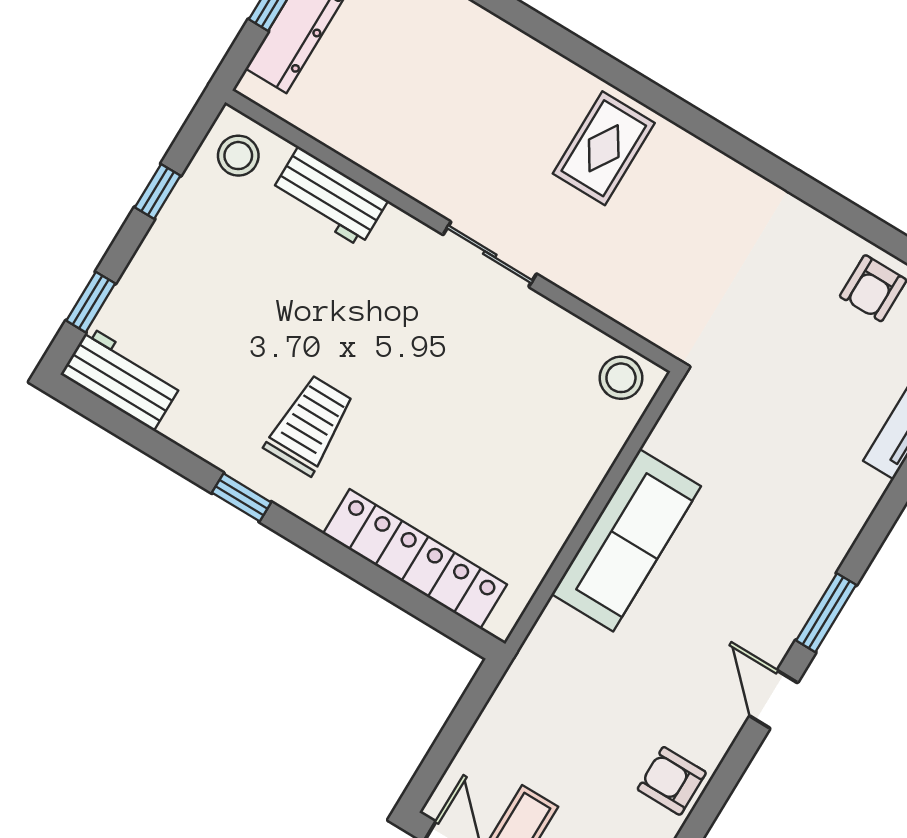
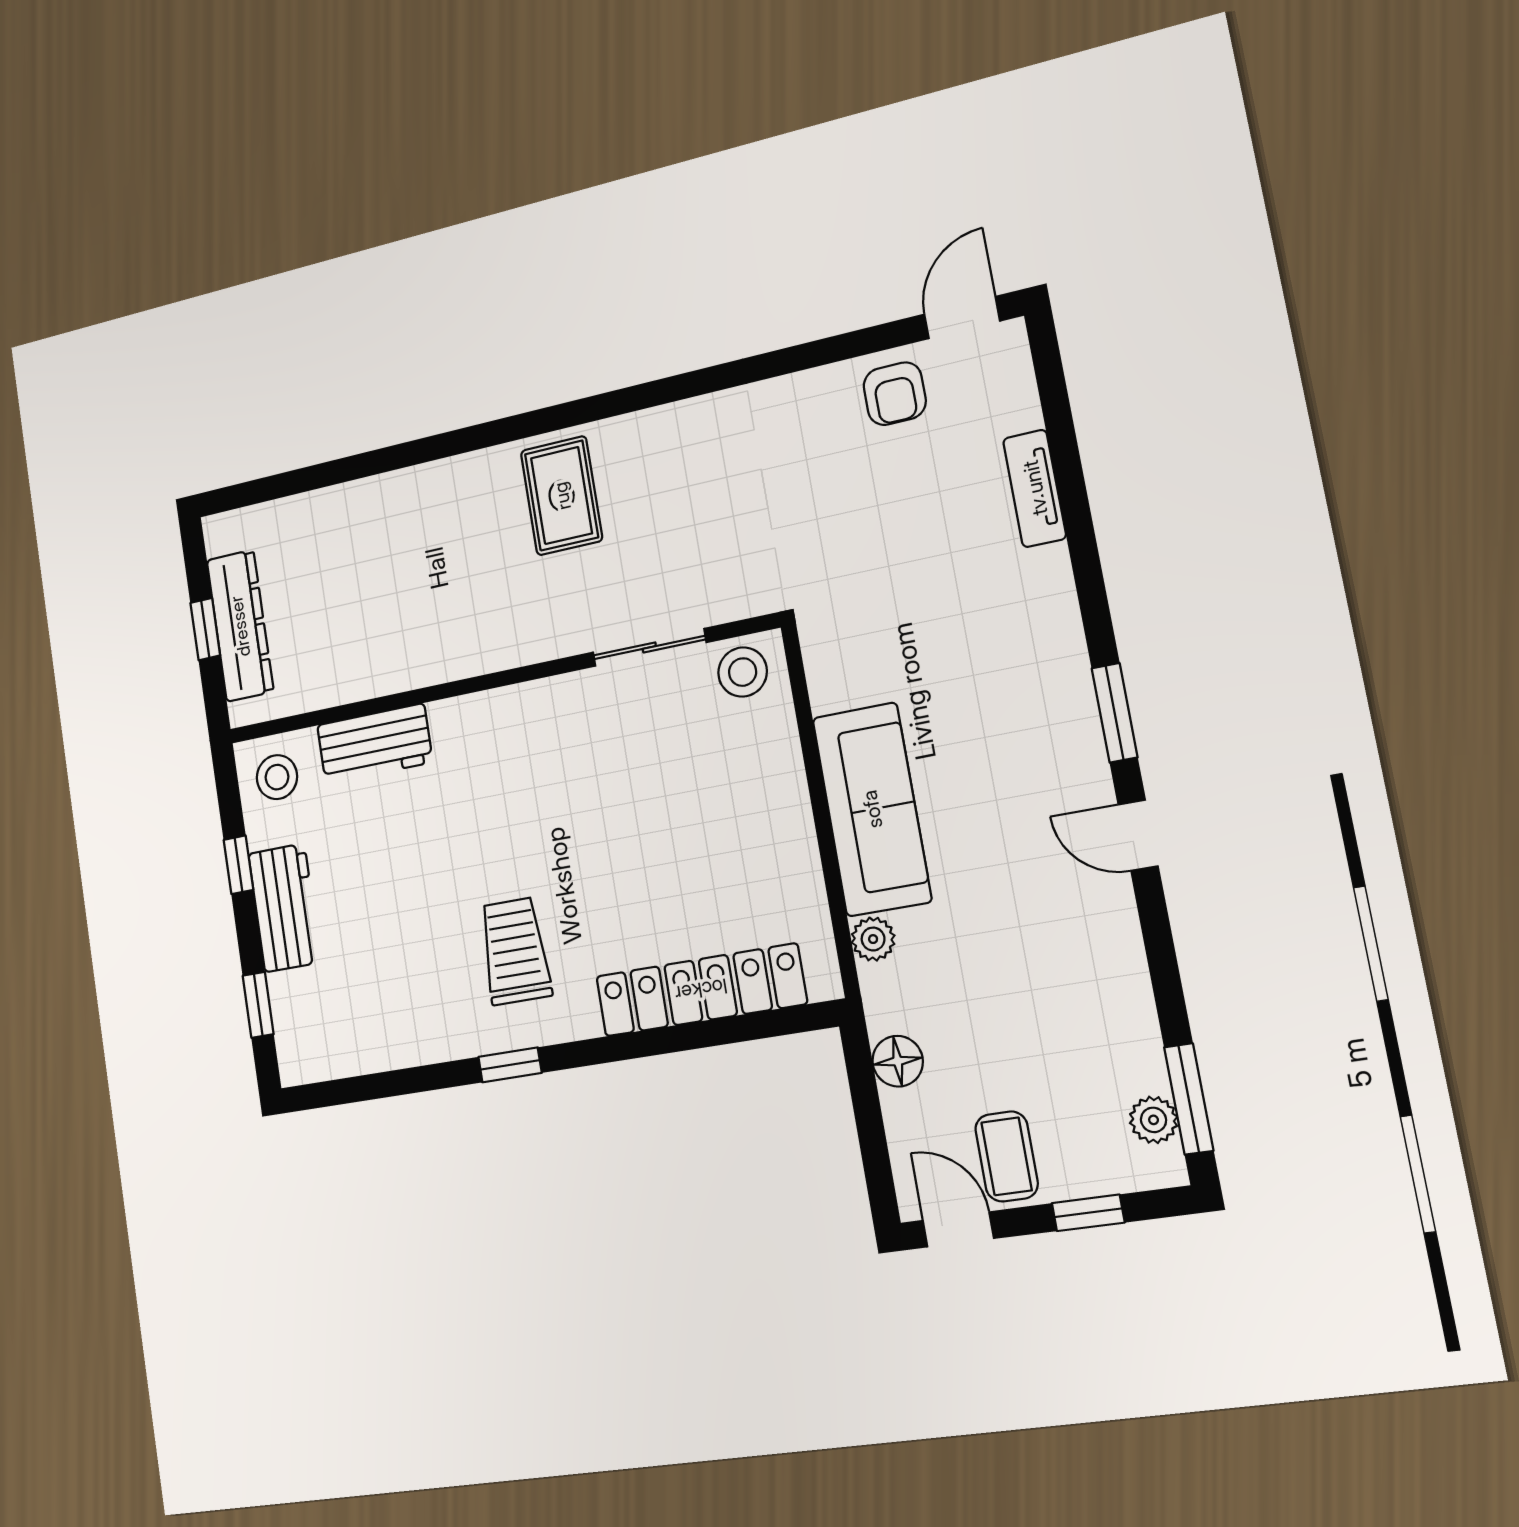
sliding door: (490, 254) -> (649, 647), moved
workbench: (121, 379) -> (285, 908), moved, turned 90
plant: (556, 622) -> (873, 939), added
floor lamp: (505, 712) -> (898, 1061), added
armchair: (672, 781) -> (1110, 995), removed

